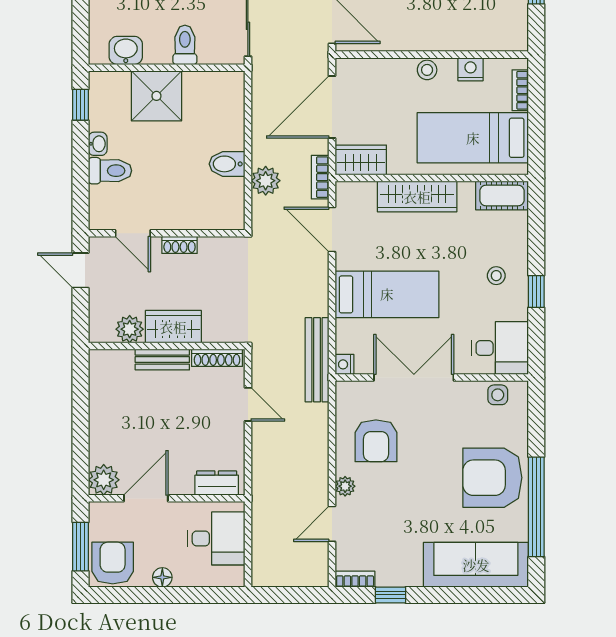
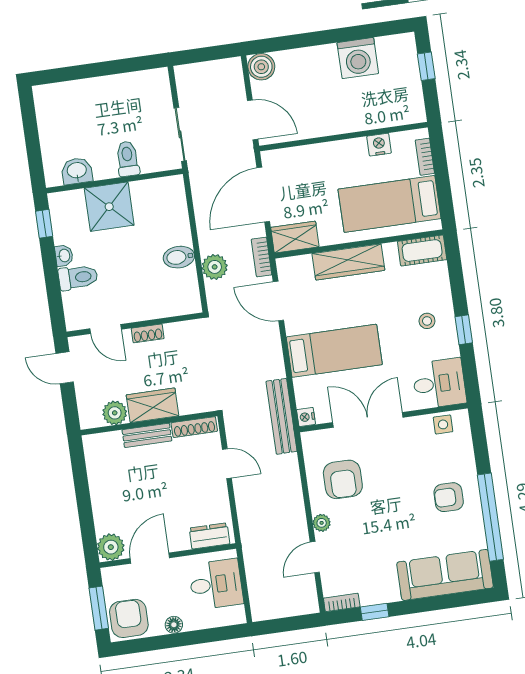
stool: (427, 70) -> (341, 151), removed
armchair: (492, 478) -> (449, 497), width x0.53, depth x0.53

